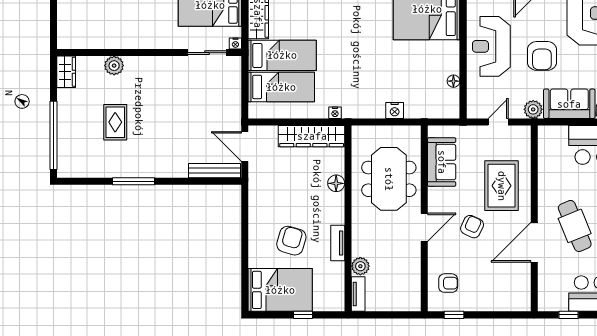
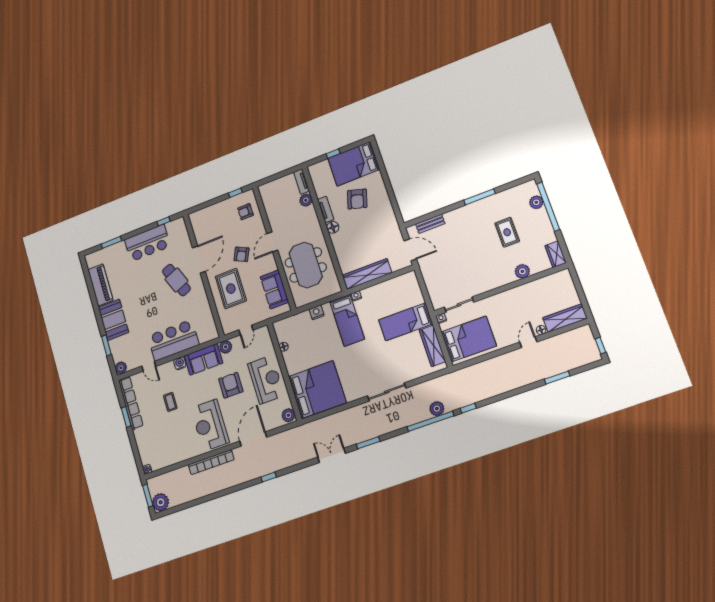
bed: (281, 87) -> (347, 320), moved, turned -90
plant: (66, 146) -> (536, 202), added
bench: (215, 171) -> (430, 224), width x0.73
floor lamp: (336, 183) -> (333, 227), moved

